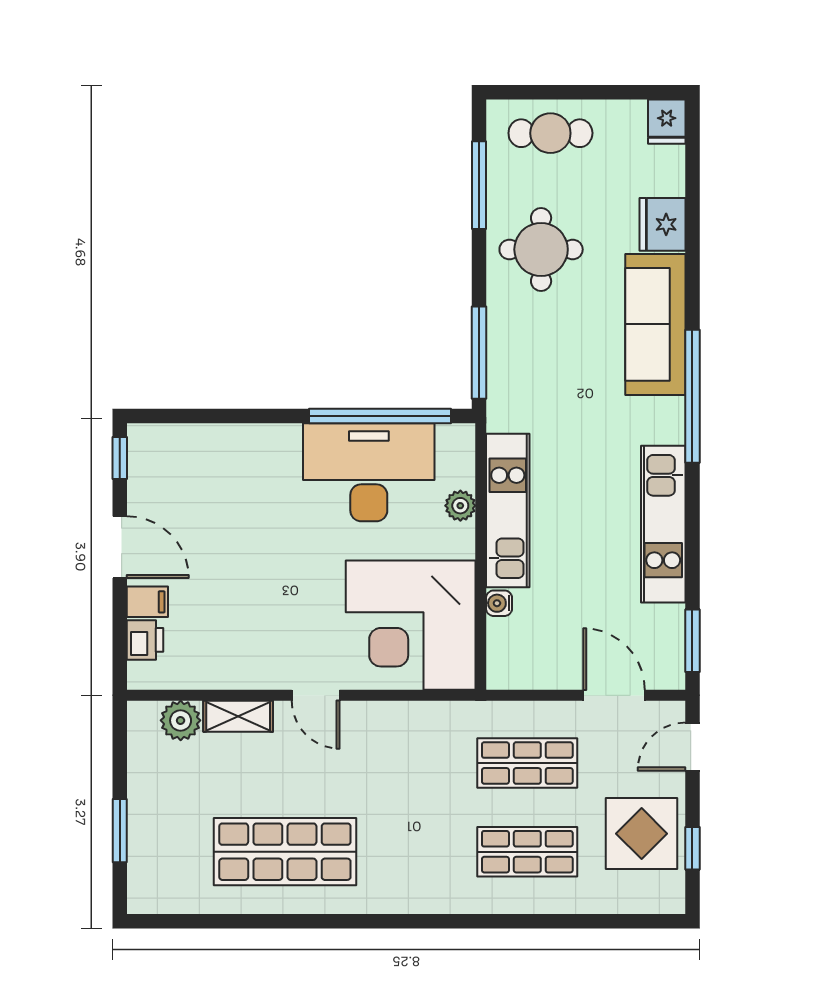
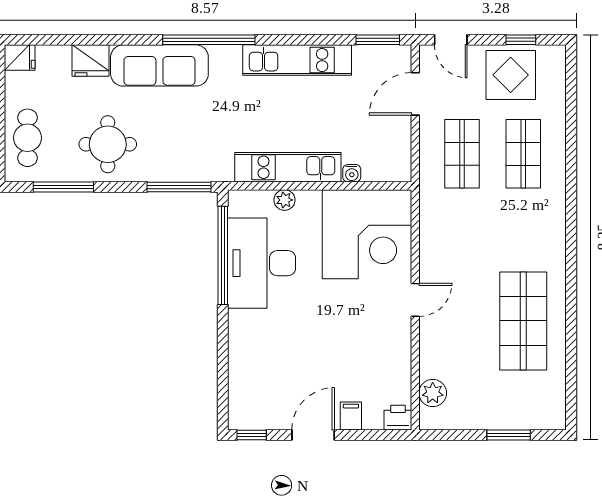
printer: (145, 640) -> (398, 418), moved
shelving: (238, 716) -> (430, 353), removed

